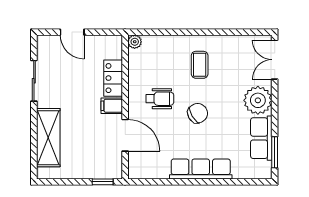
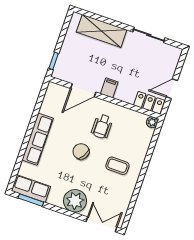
door: (72, 32) -> (172, 89), moved
locker: (113, 78) -> (149, 103), moved
chair: (198, 113) -> (81, 151), turned 152
row of seats: (261, 138) -> (31, 189), moved

